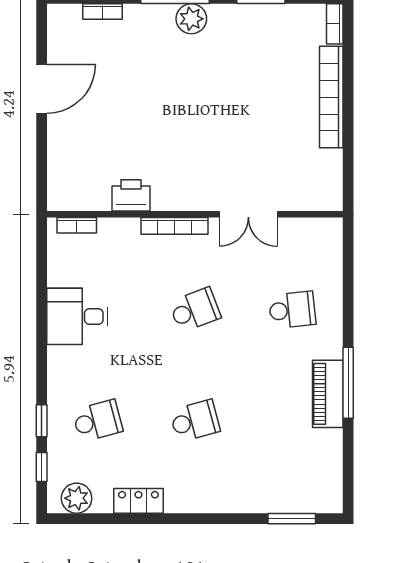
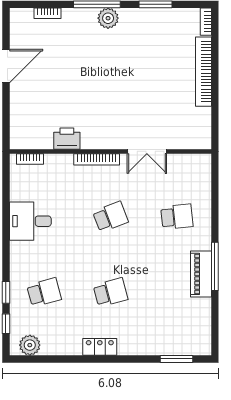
locker: (138, 501) -> (100, 347), moved

